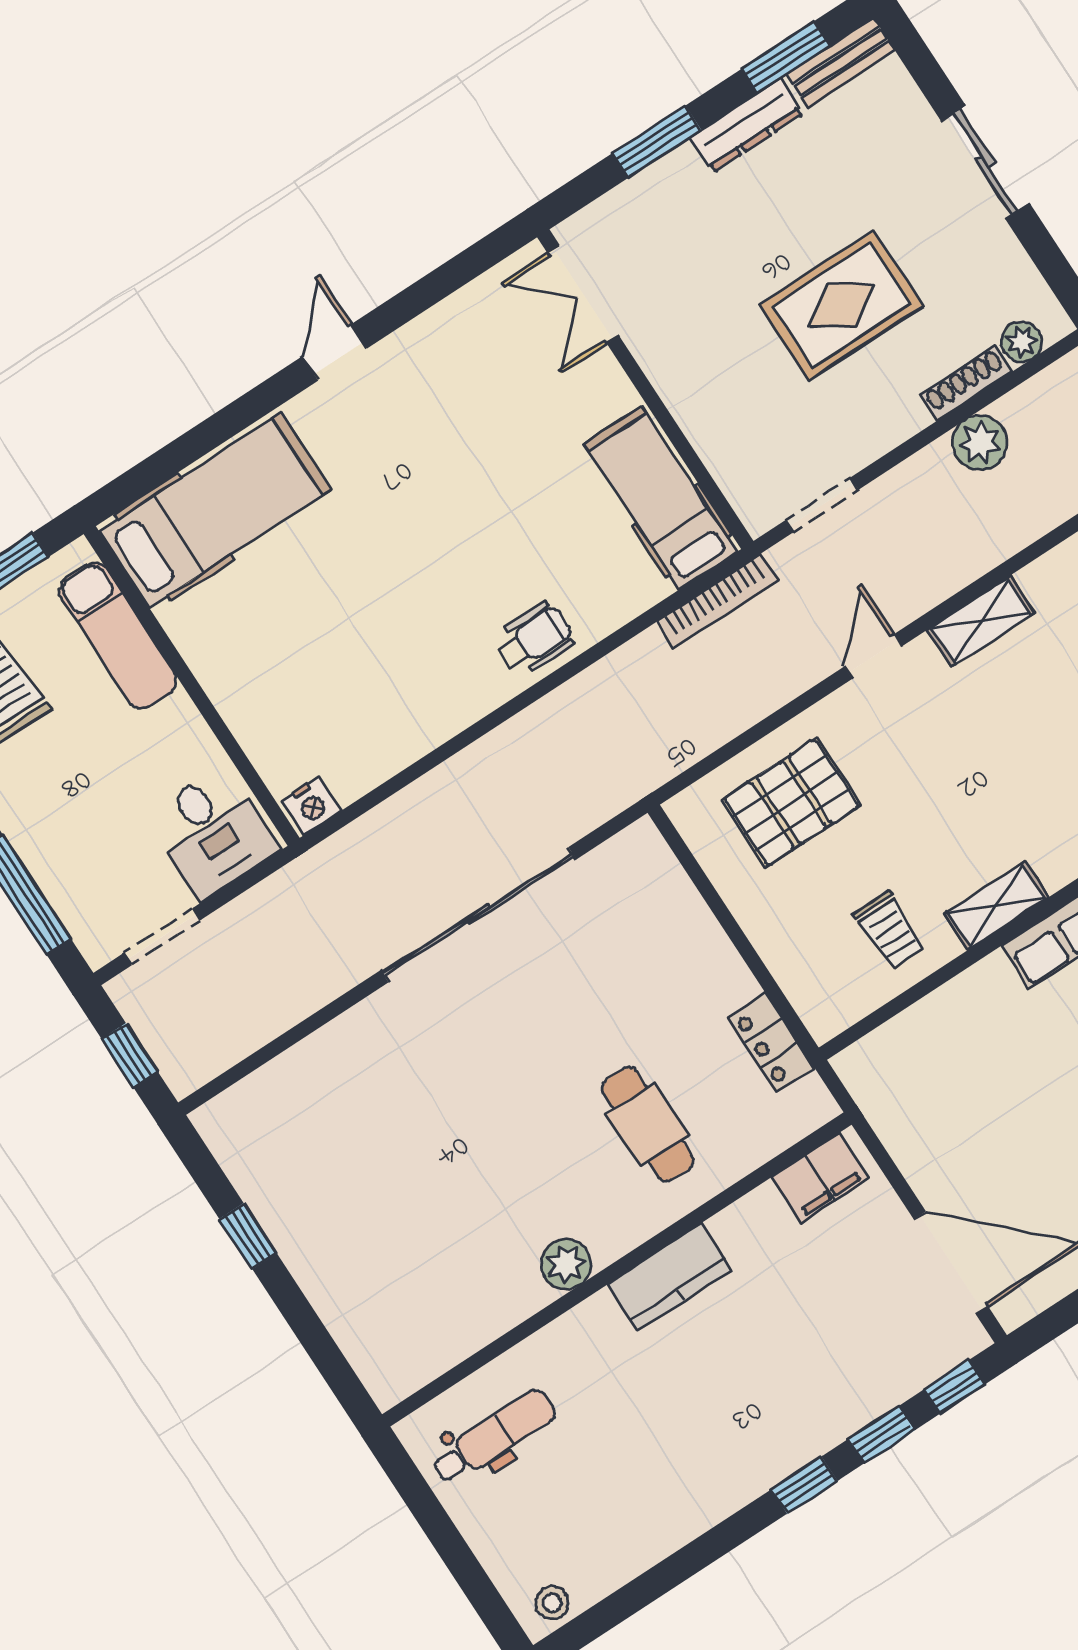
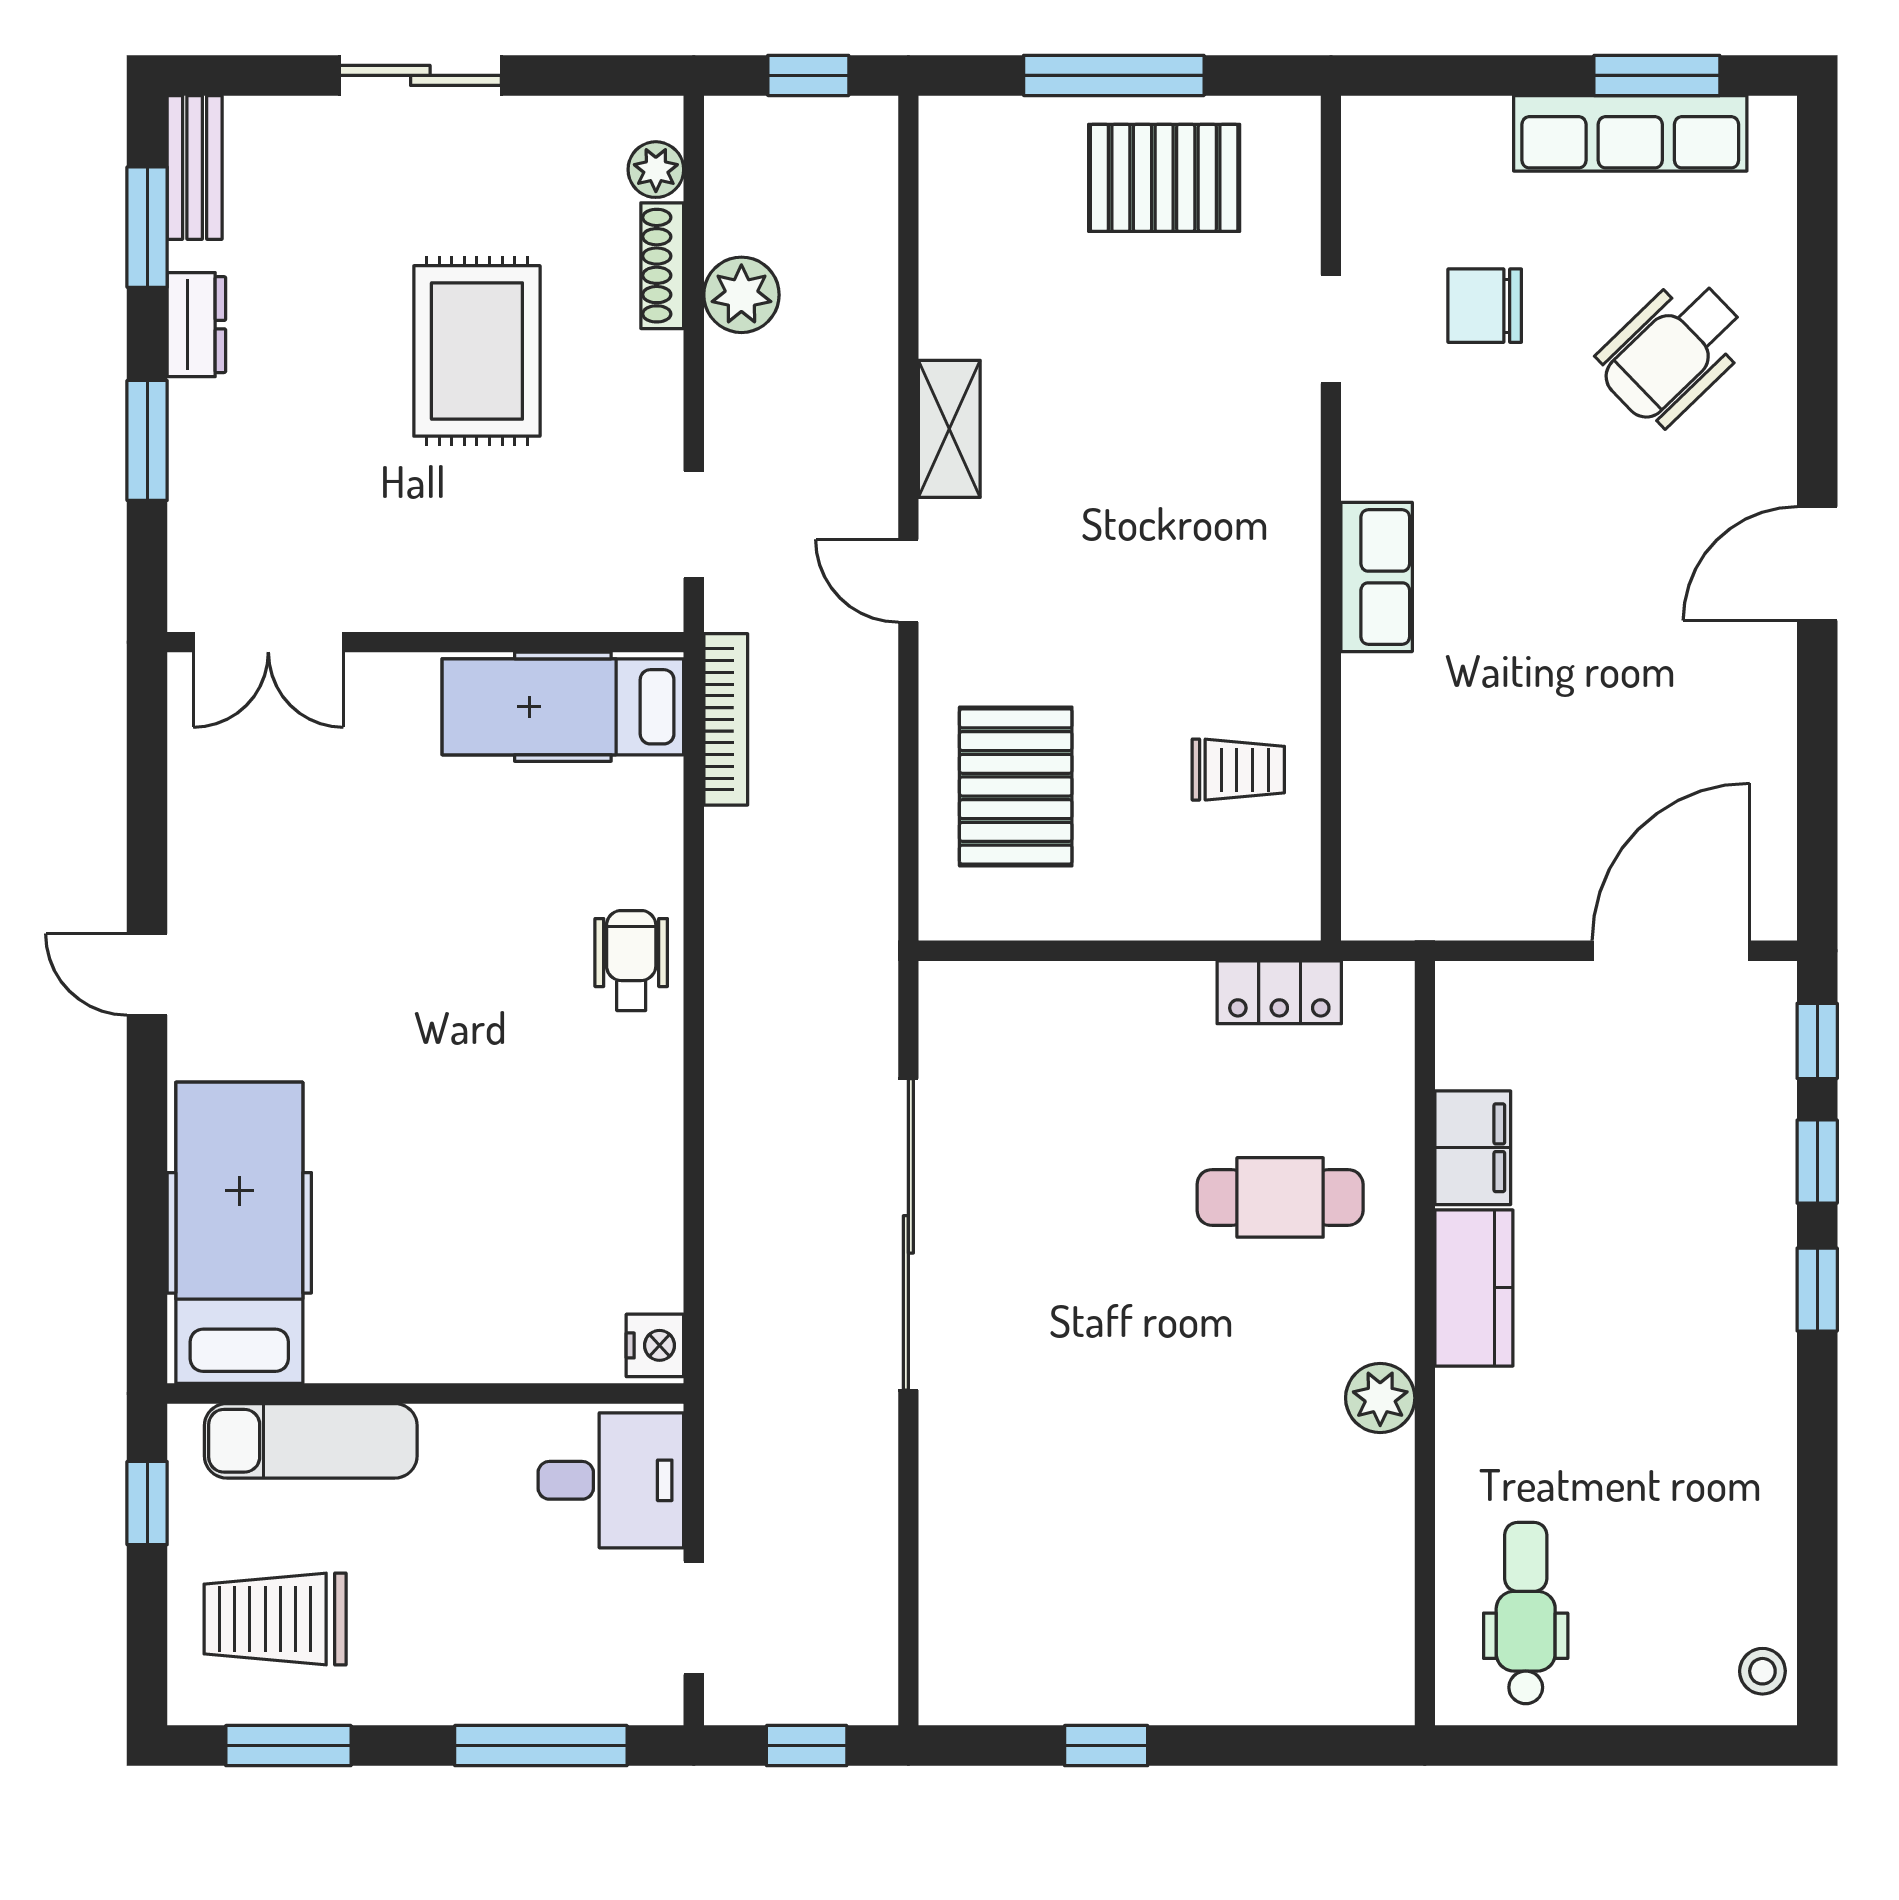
dresser: (746, 125) -> (196, 325), width x0.70
shelving: (996, 906) -> (1291, 627), removed
filing cabinet: (820, 1178) -> (1473, 1148), moved

